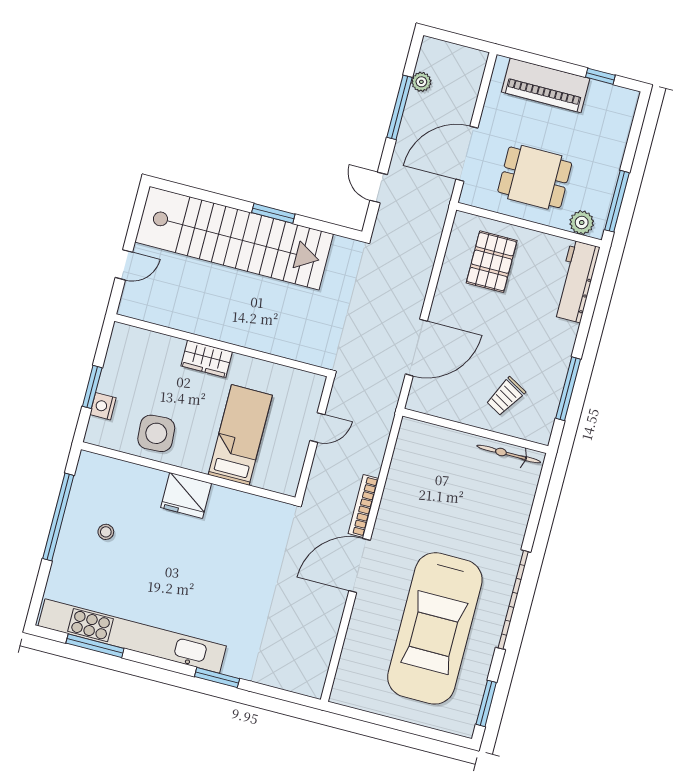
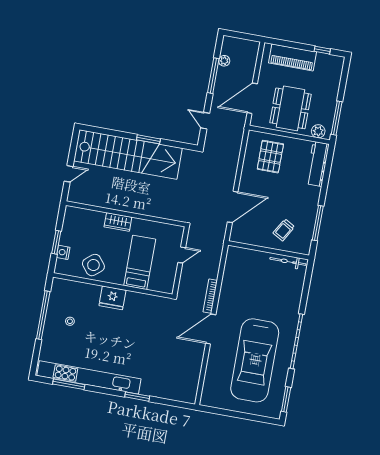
dining table: (535, 177) -> (290, 108), width x1.38
side table: (156, 433) -> (93, 265), turned -35

